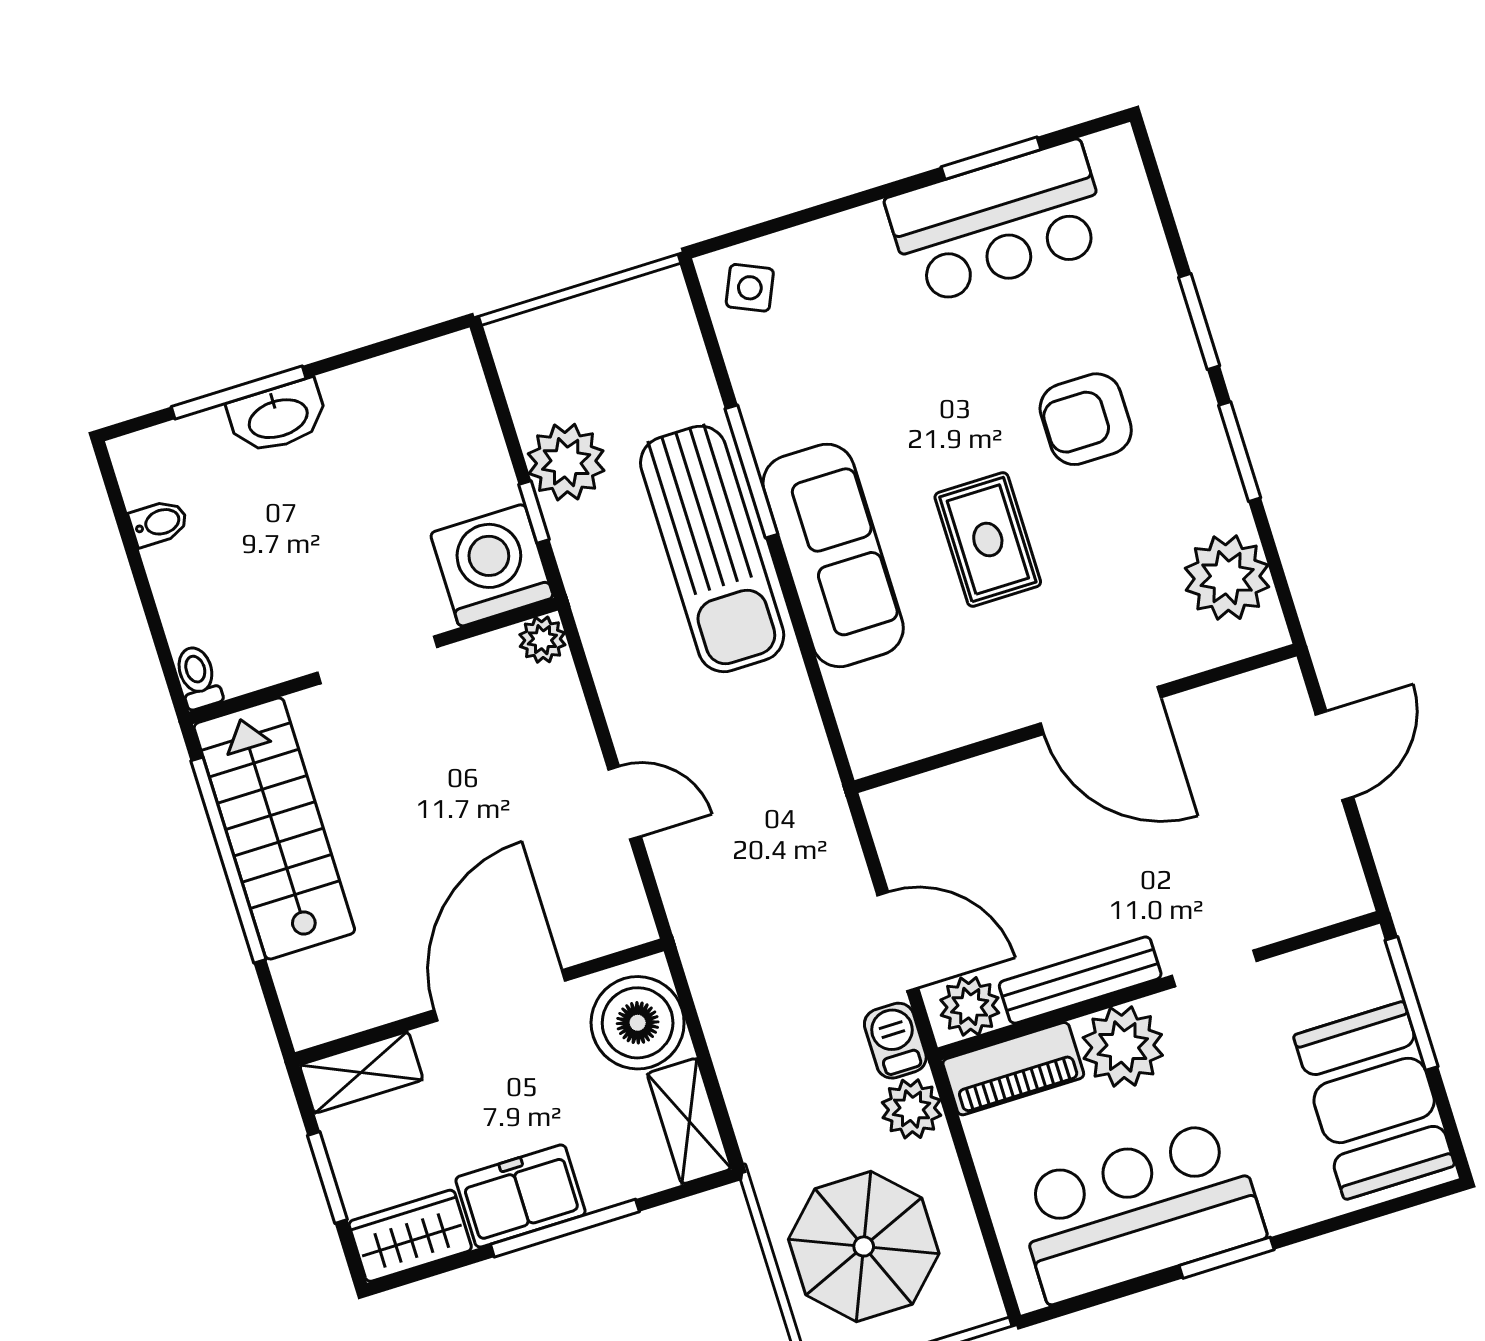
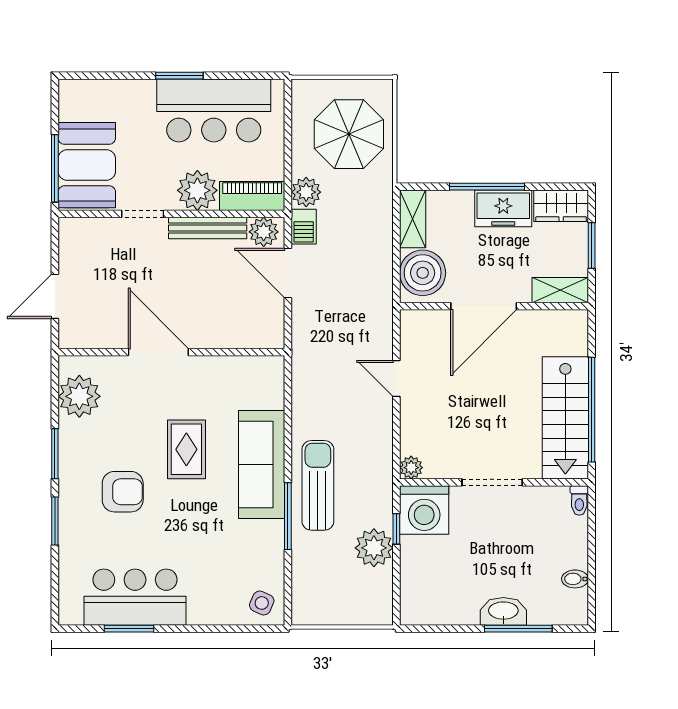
sun lounger: (712, 549) -> (318, 485), width x0.73, depth x0.75
booth: (1374, 1100) -> (87, 165), moved

